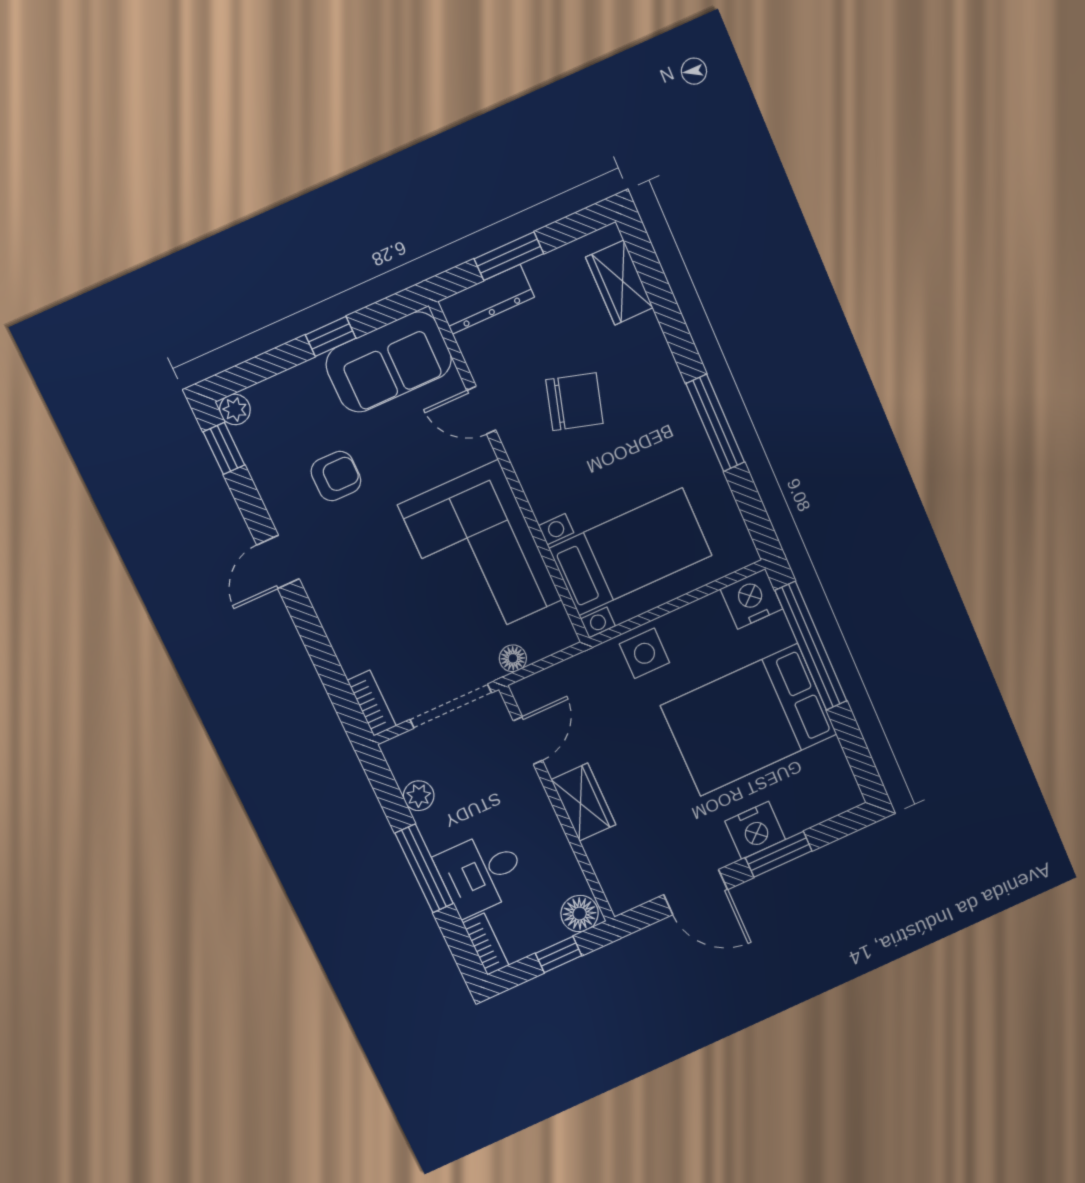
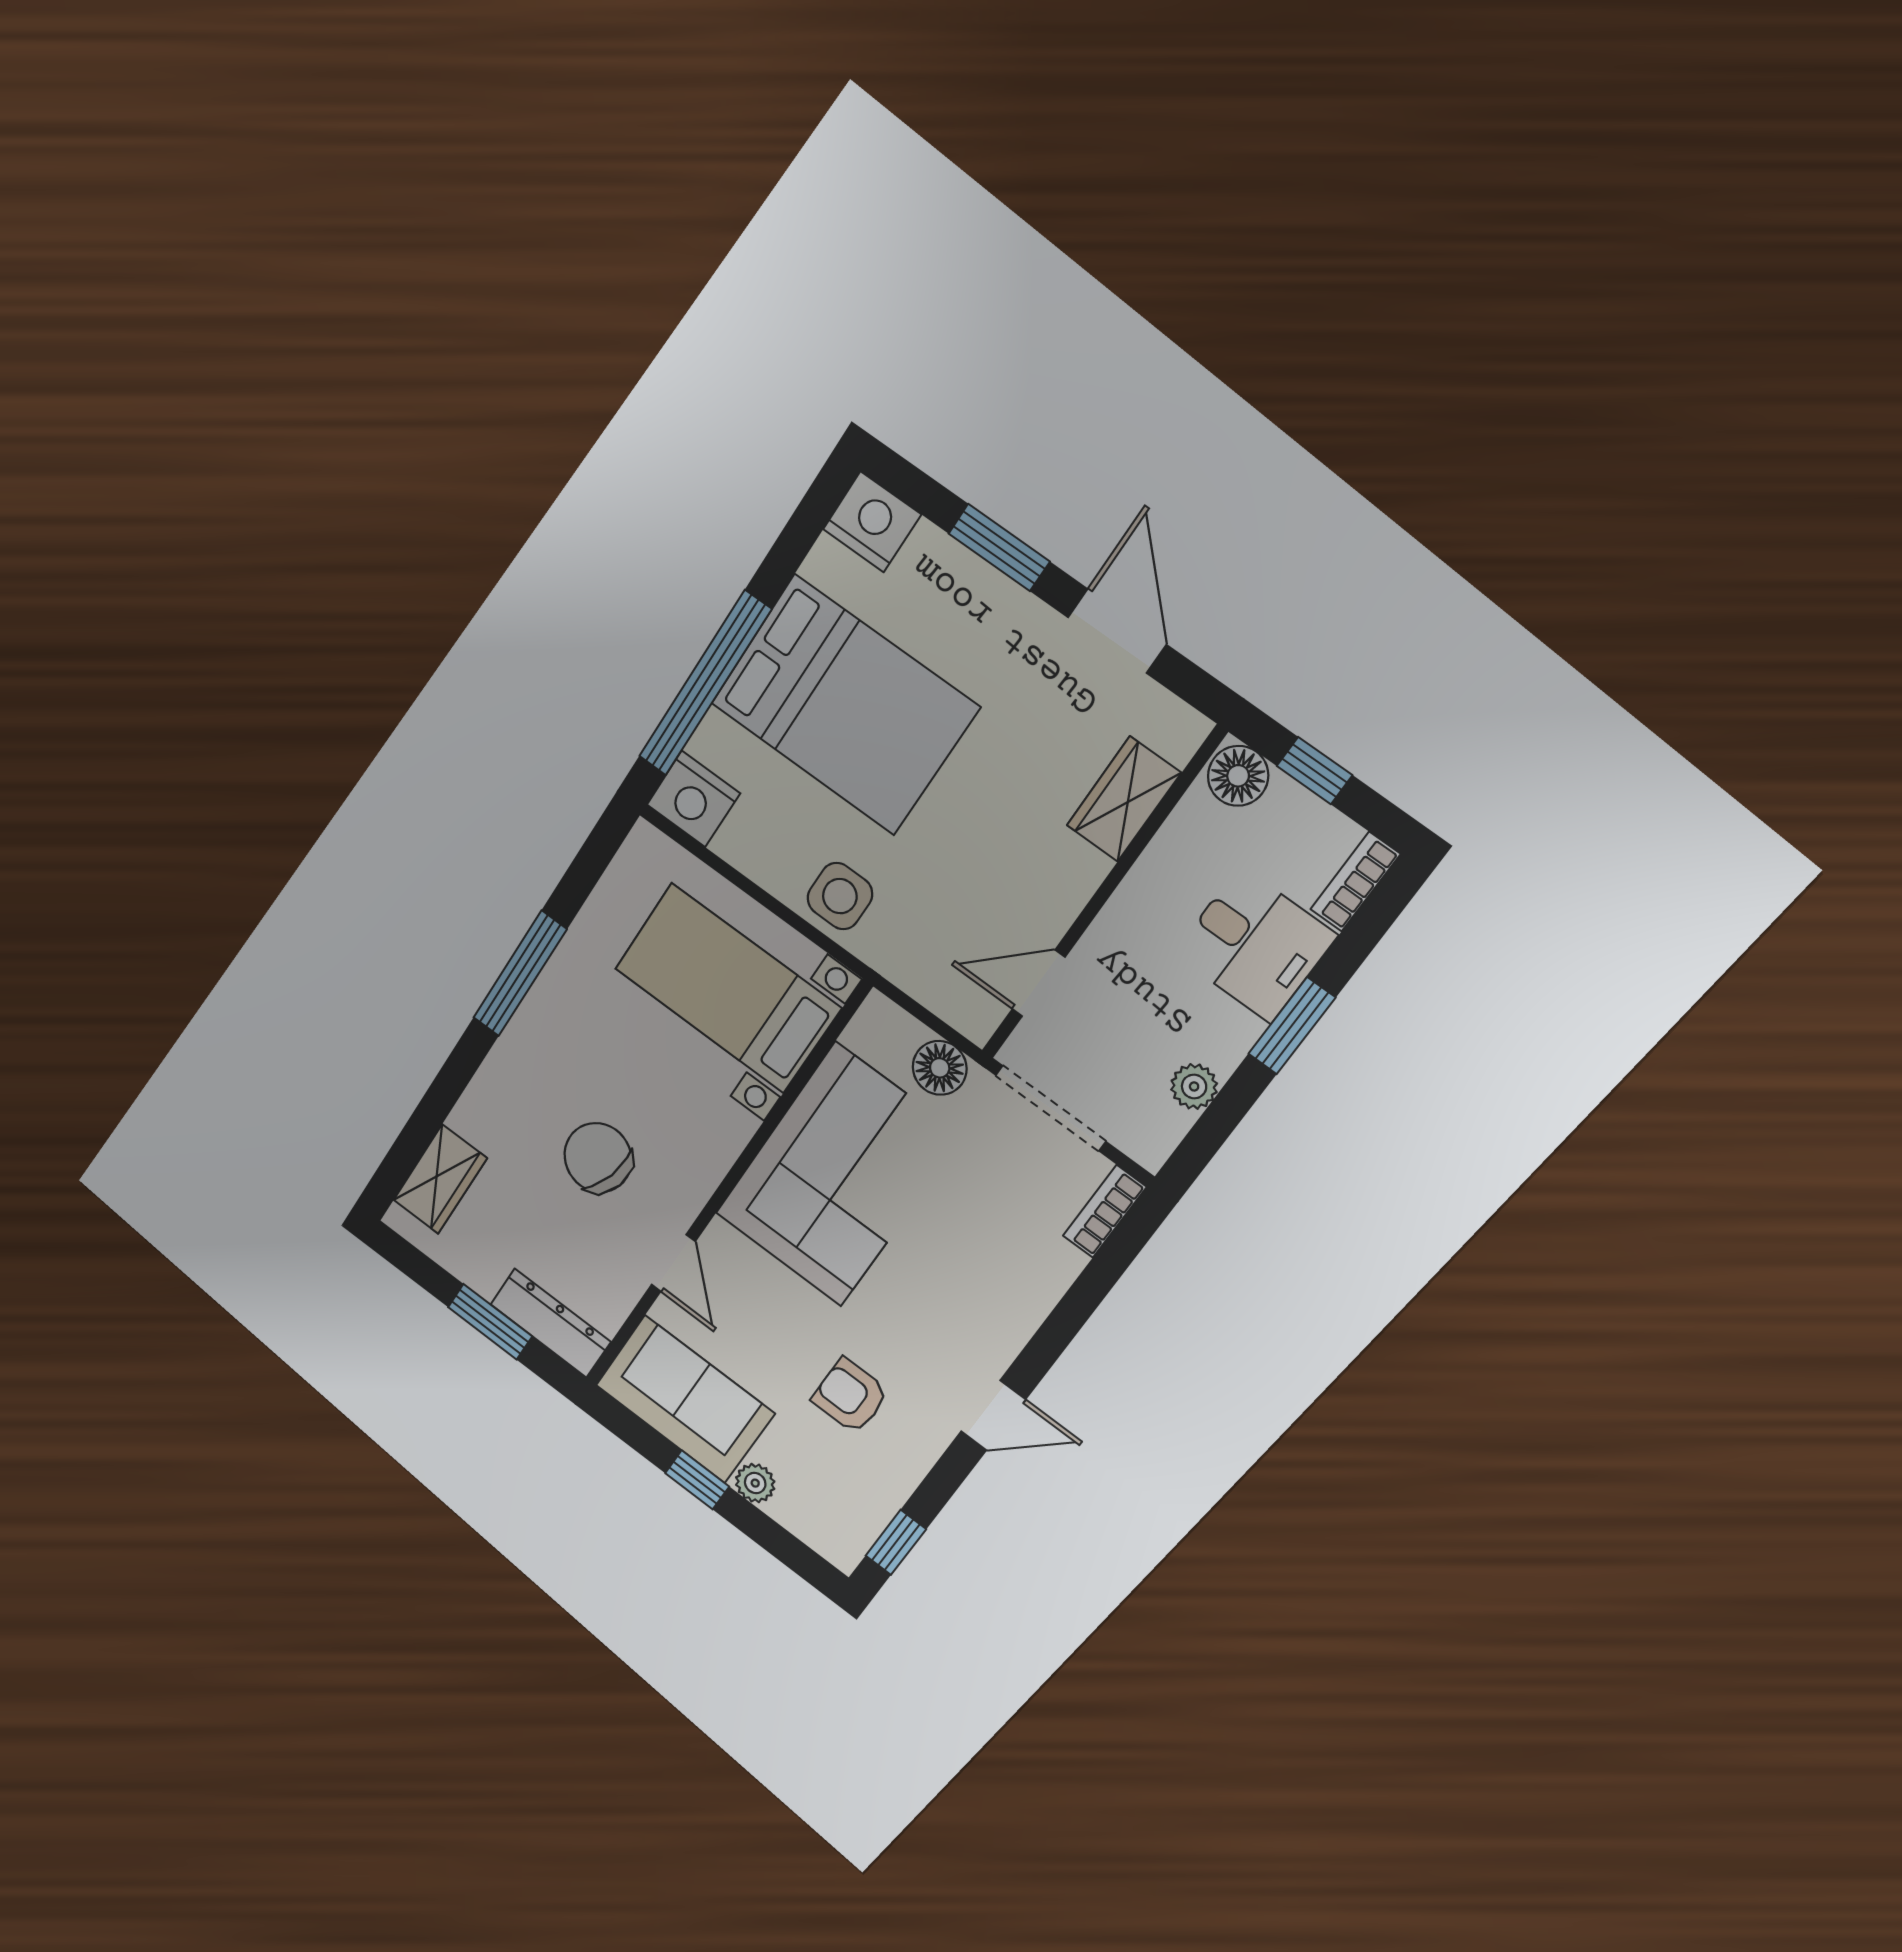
plant: (235, 409) -> (755, 1483), moved
floor lamp: (513, 658) -> (940, 1068), width x1.37, depth x1.37
wardrobe: (583, 802) -> (1124, 799), moved
nightstand: (755, 830) -> (872, 522), moved
window: (424, 868) -> (1292, 1026), width x0.69

